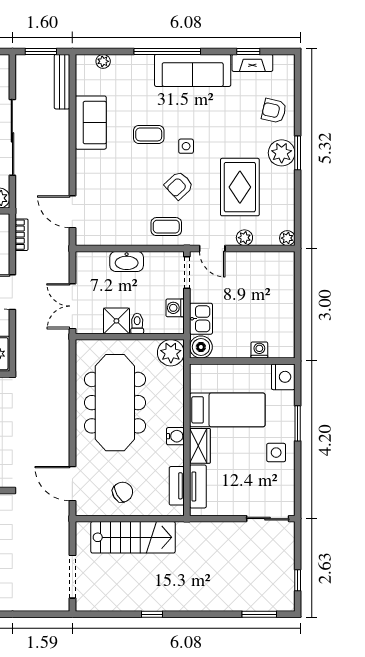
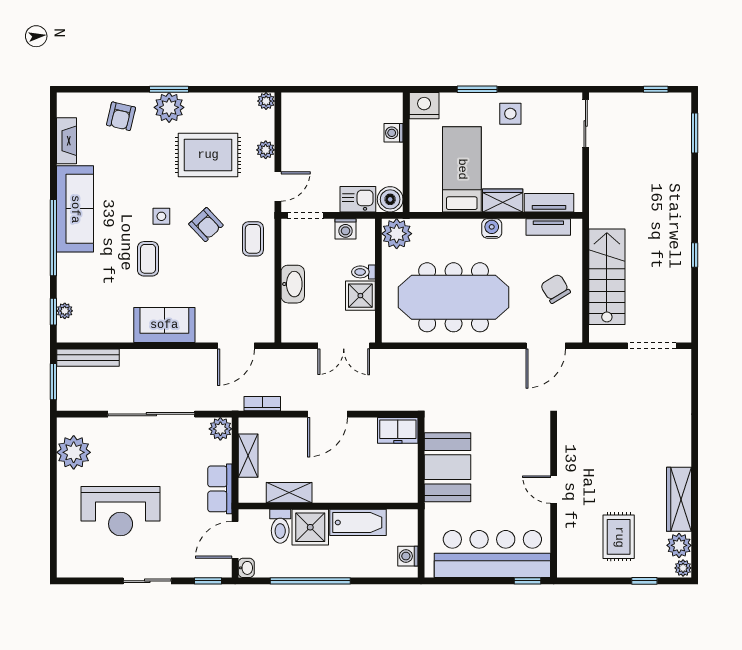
window: (248, 51) -> (53, 312), moved
sofa: (91, 123) -> (164, 325), moved

